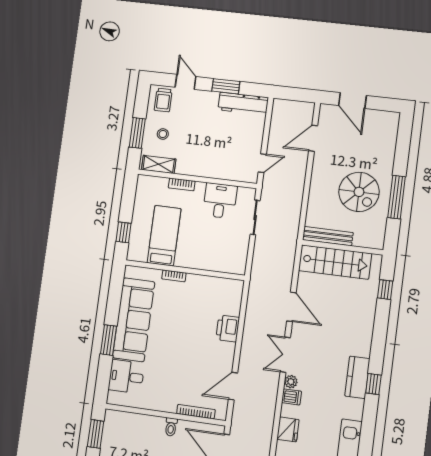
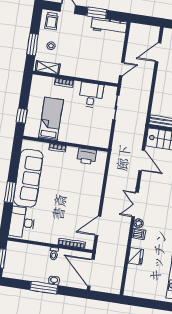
door: (291, 307) -> (142, 160), moved
printer: (228, 329) -> (87, 156), moved, turned -90
desk: (126, 377) -> (22, 222), width x1.37

